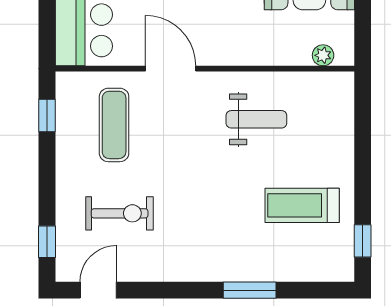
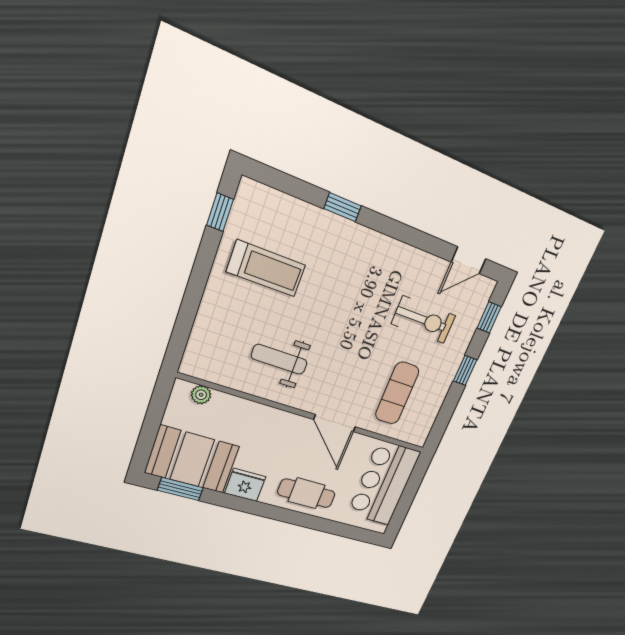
window: (47, 115) -> (465, 370), moved
exercise bike: (120, 213) -> (424, 320), turned 180
window: (250, 290) -> (343, 207), width x0.67

